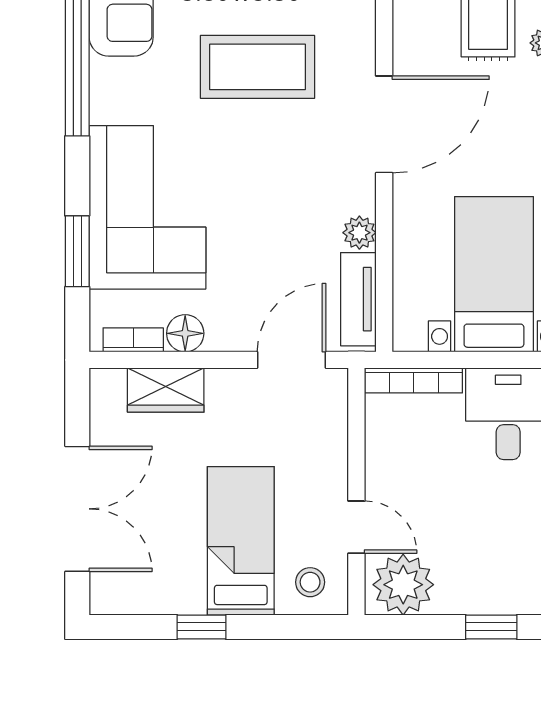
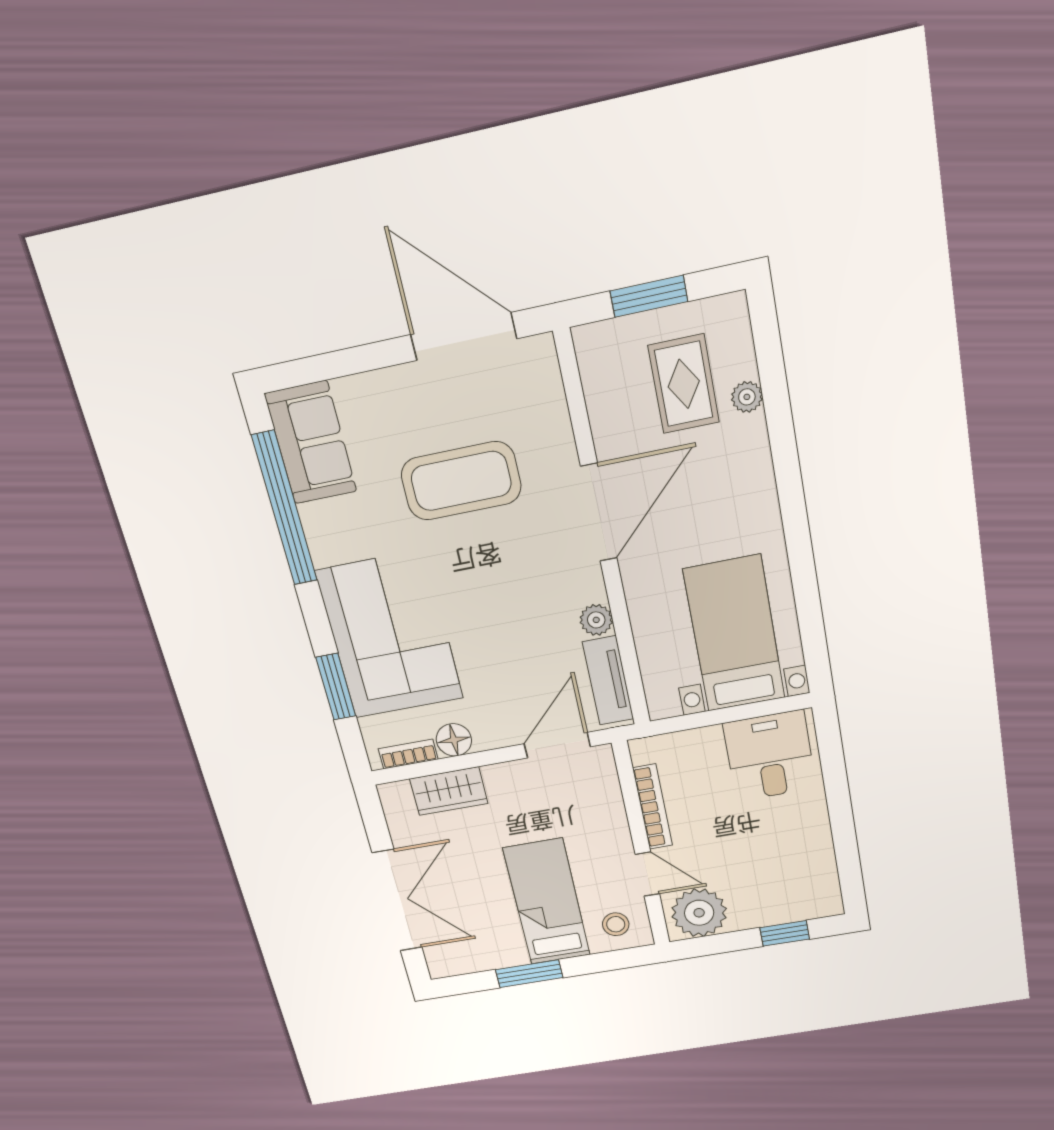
bookcase: (414, 380) -> (653, 807), moved, turned -90
window: (202, 627) -> (529, 974), width x1.50

